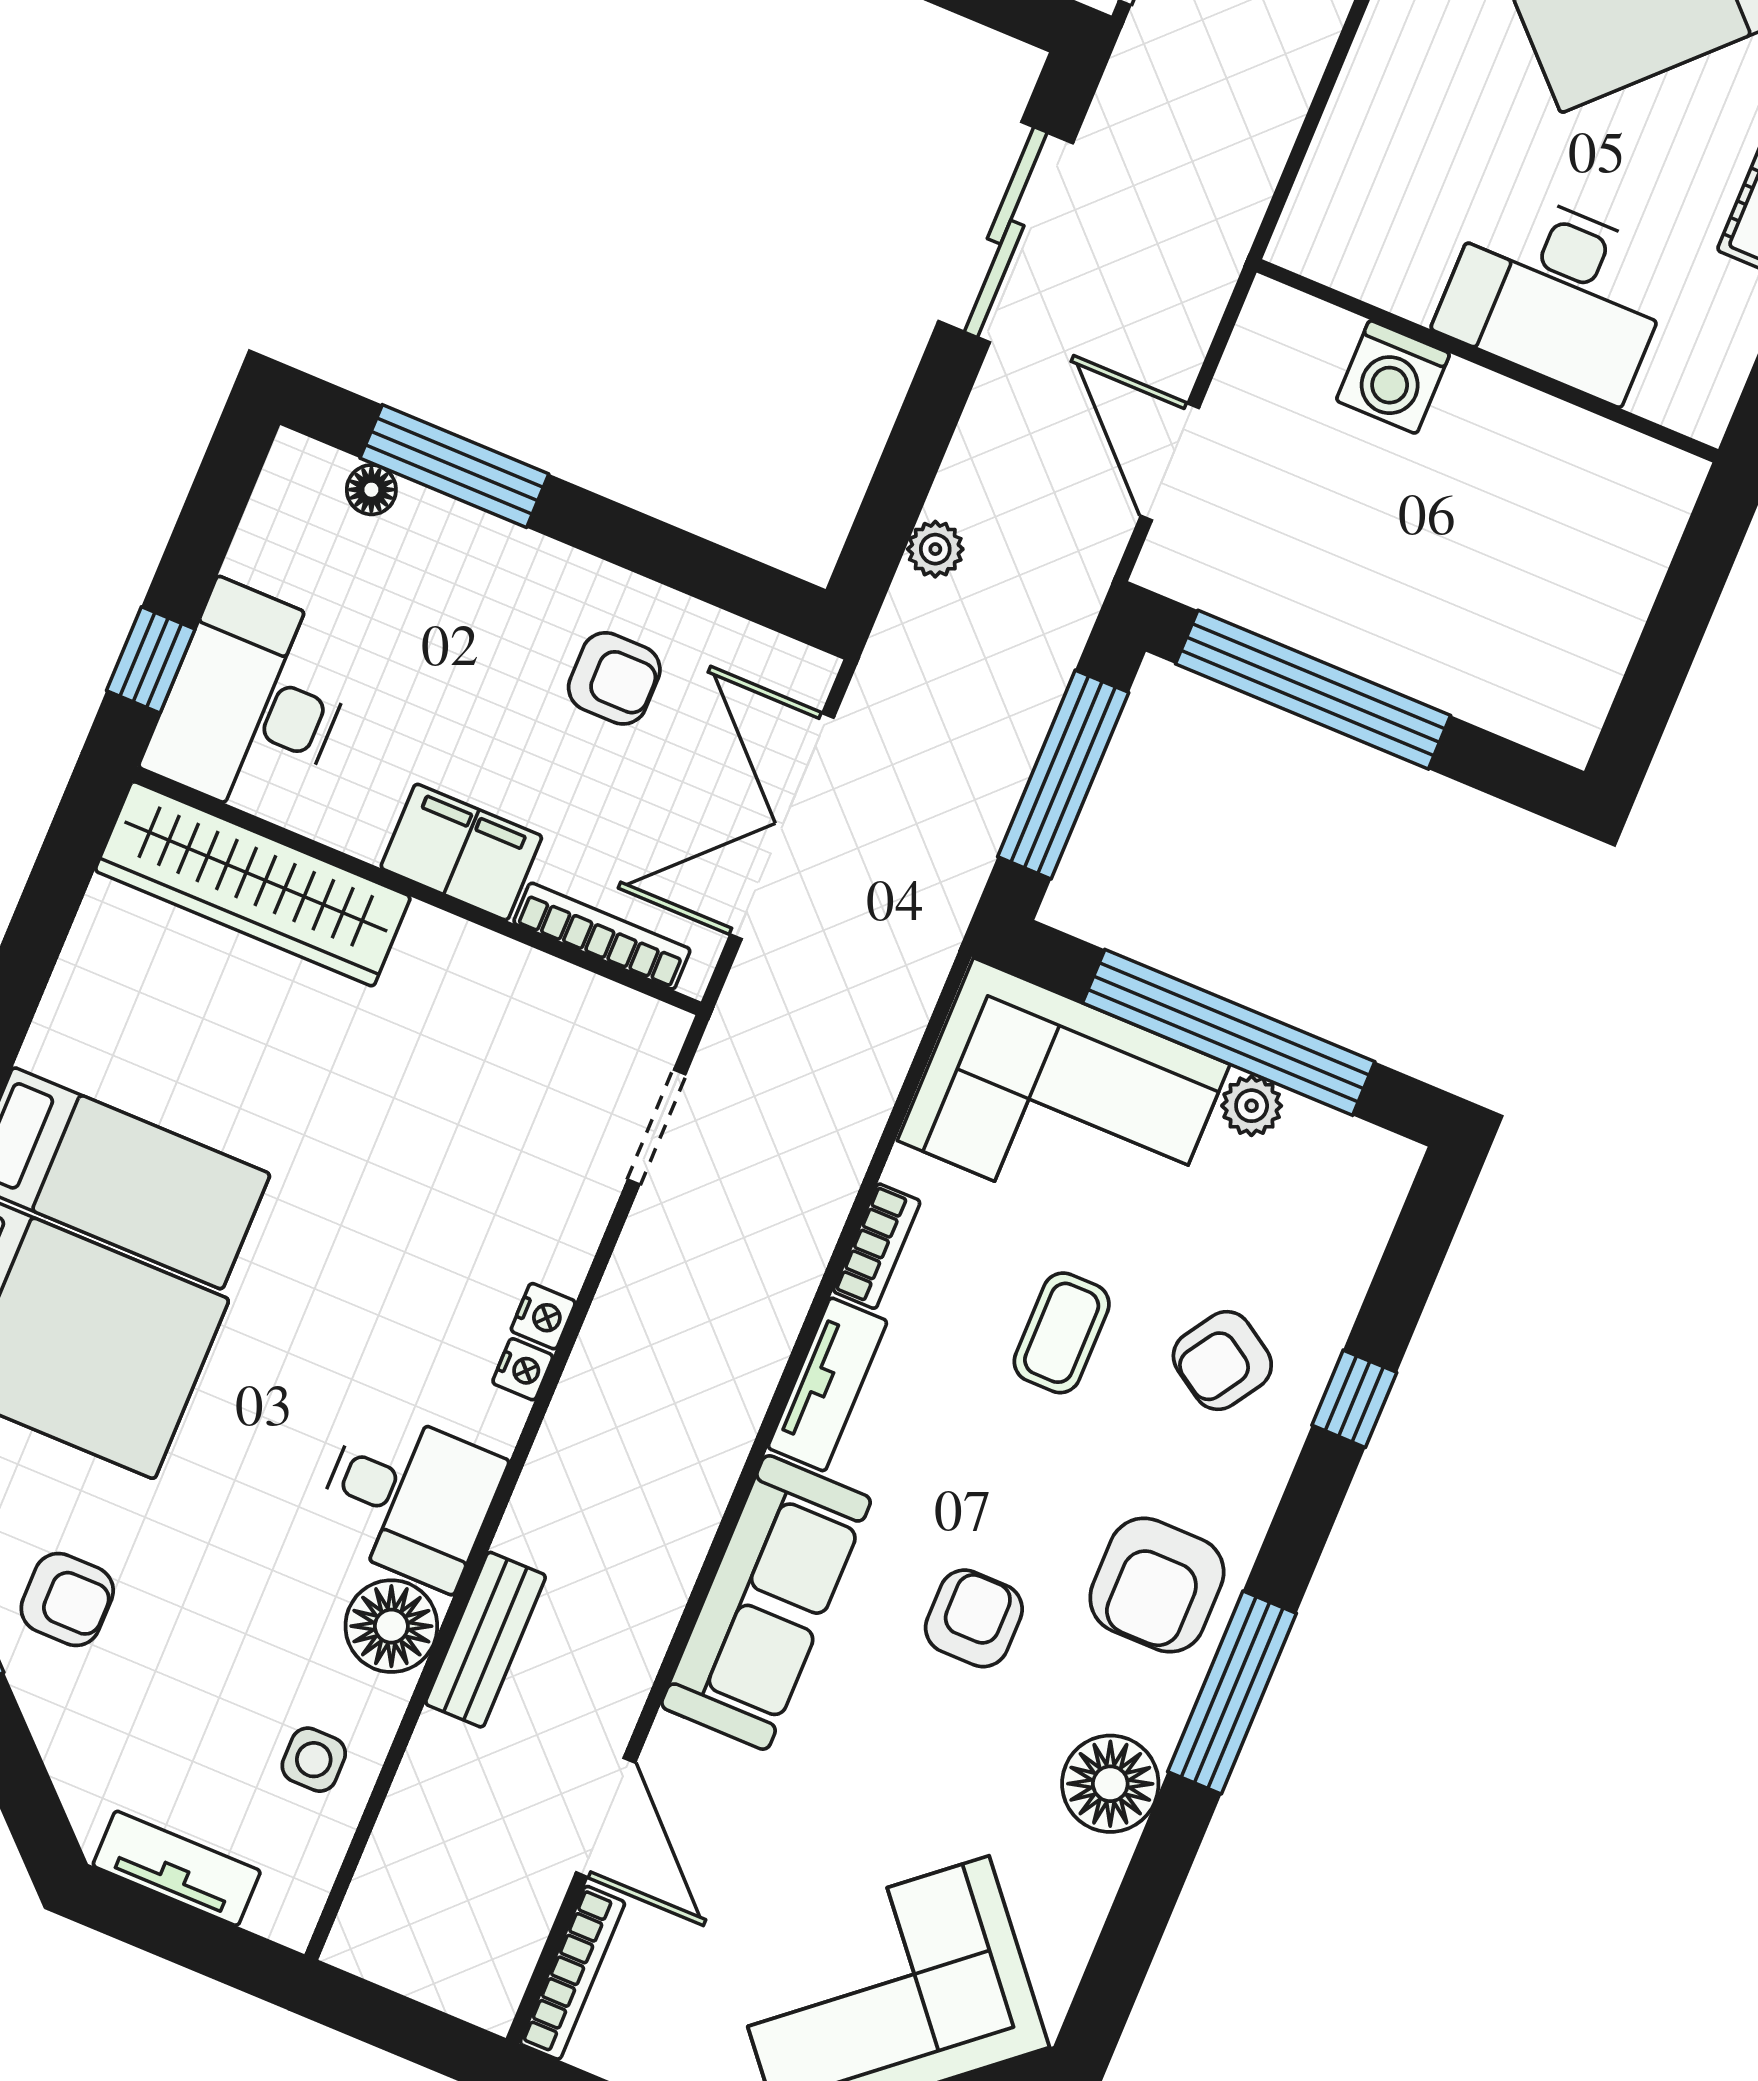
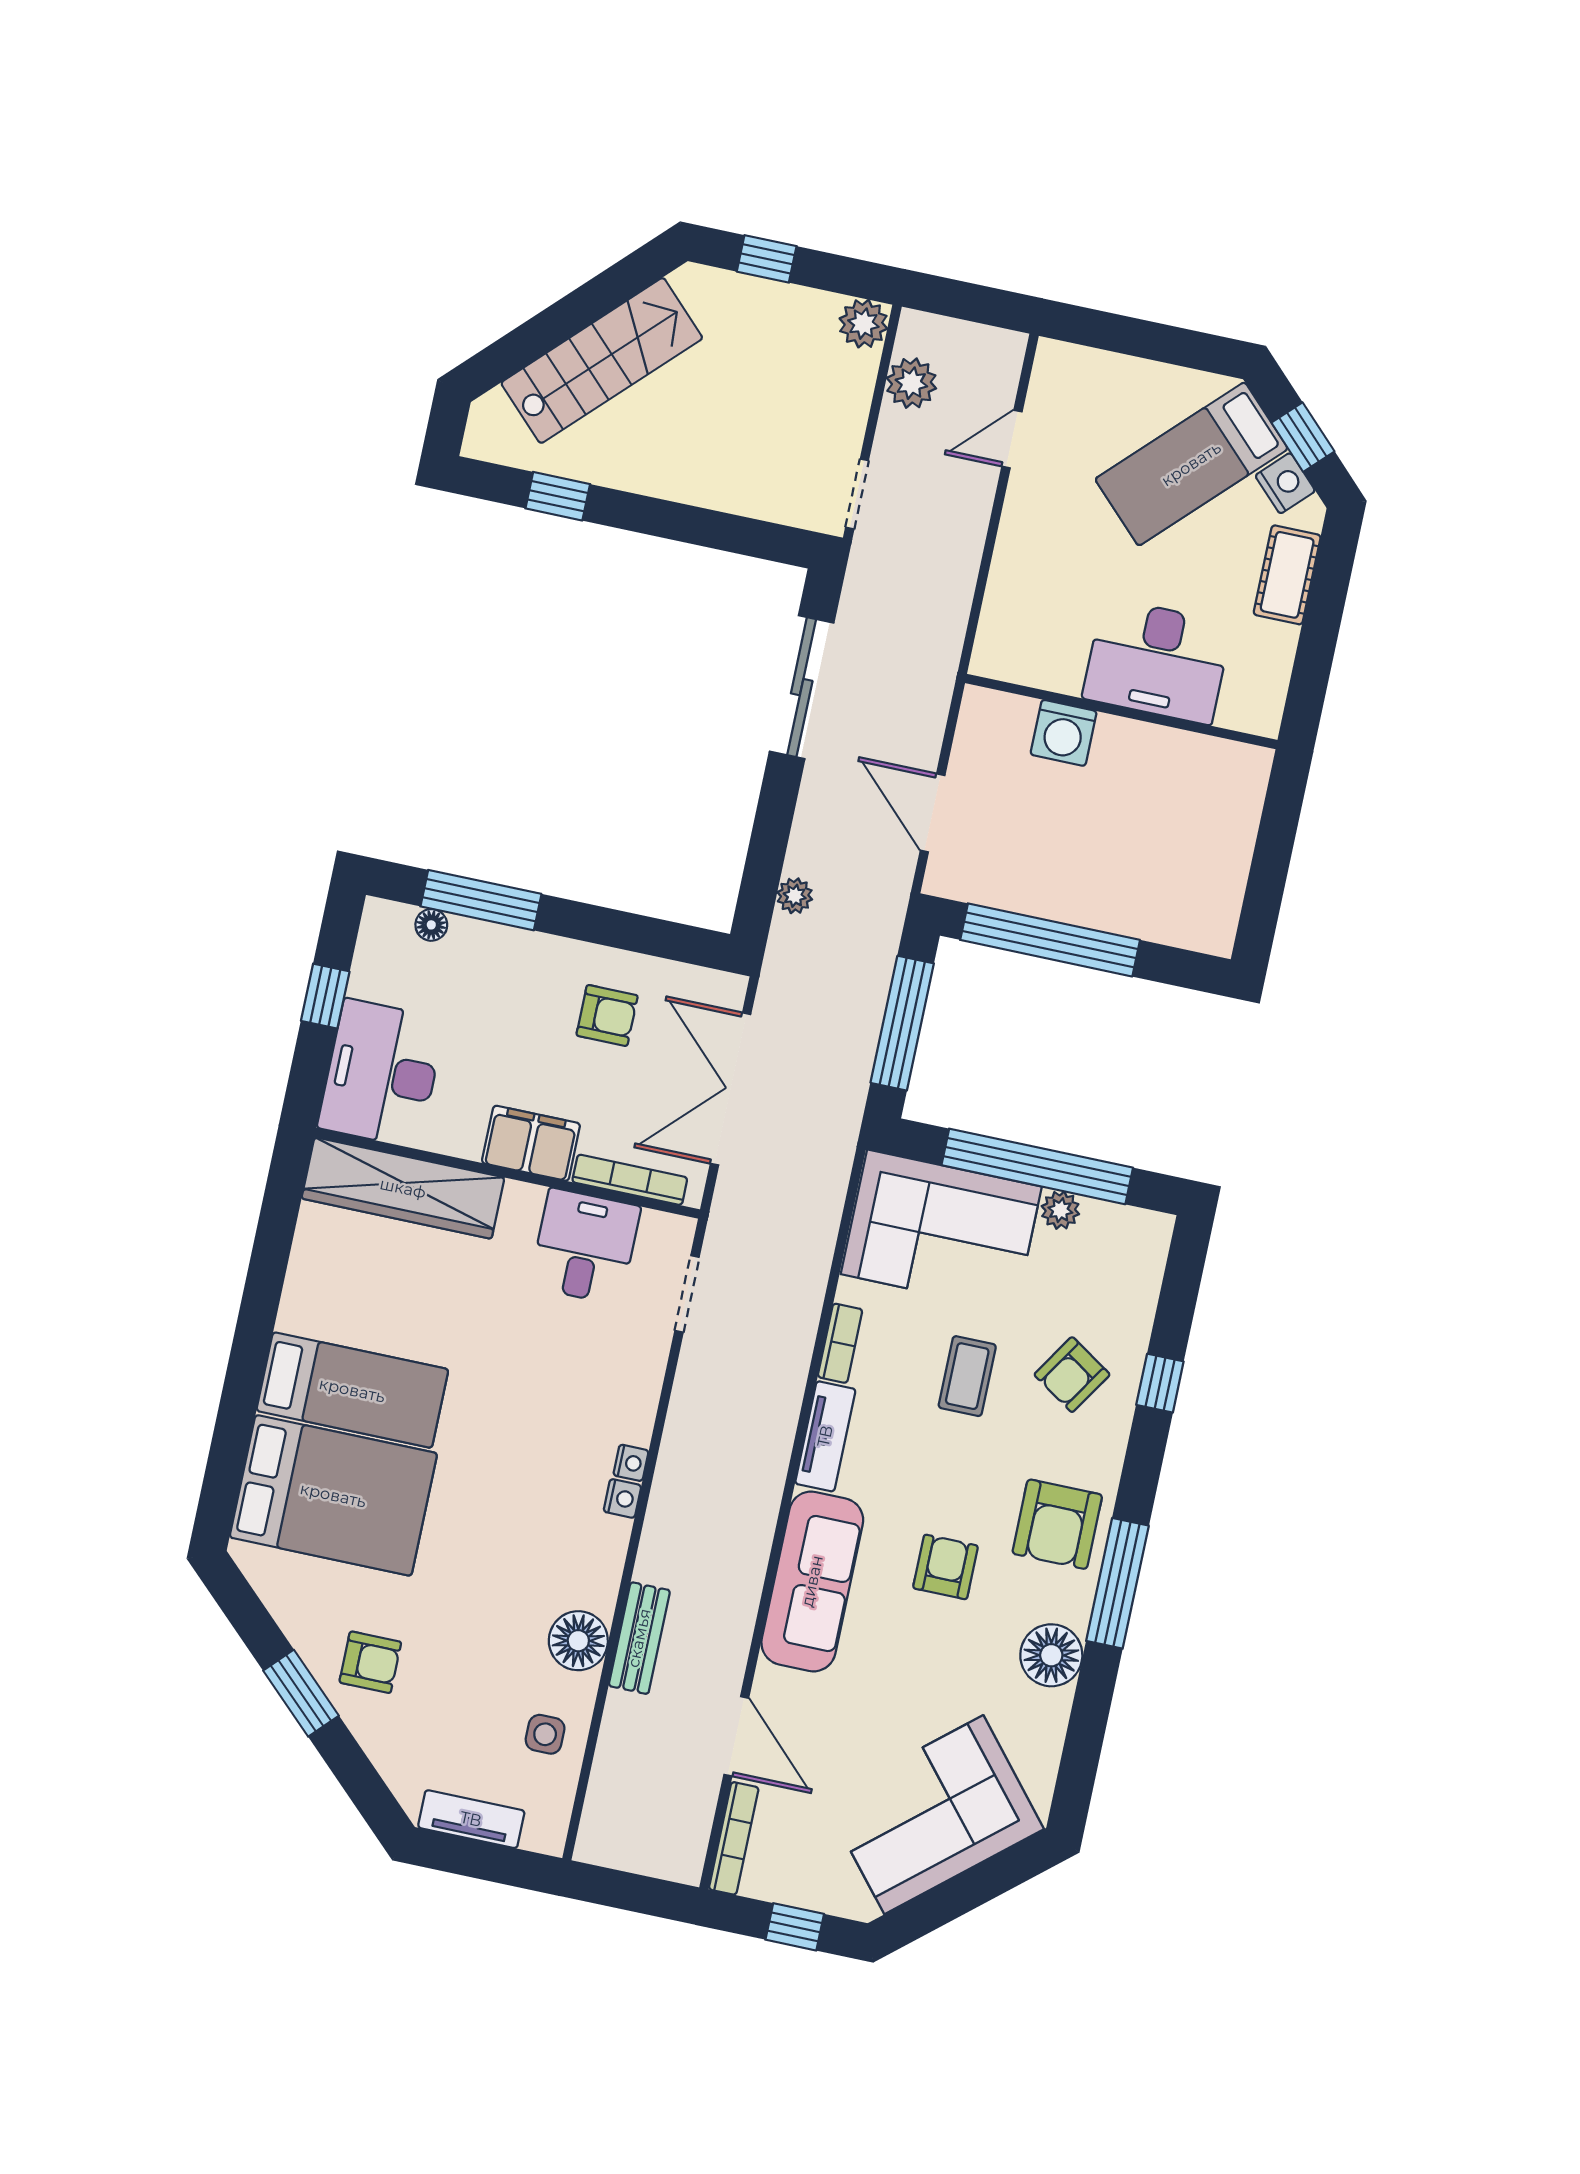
window: (151, 660) -> (325, 996), moved
nightstand: (543, 1316) -> (622, 1498), moved
desk: (409, 1498) -> (585, 1247), moved, turned -90

